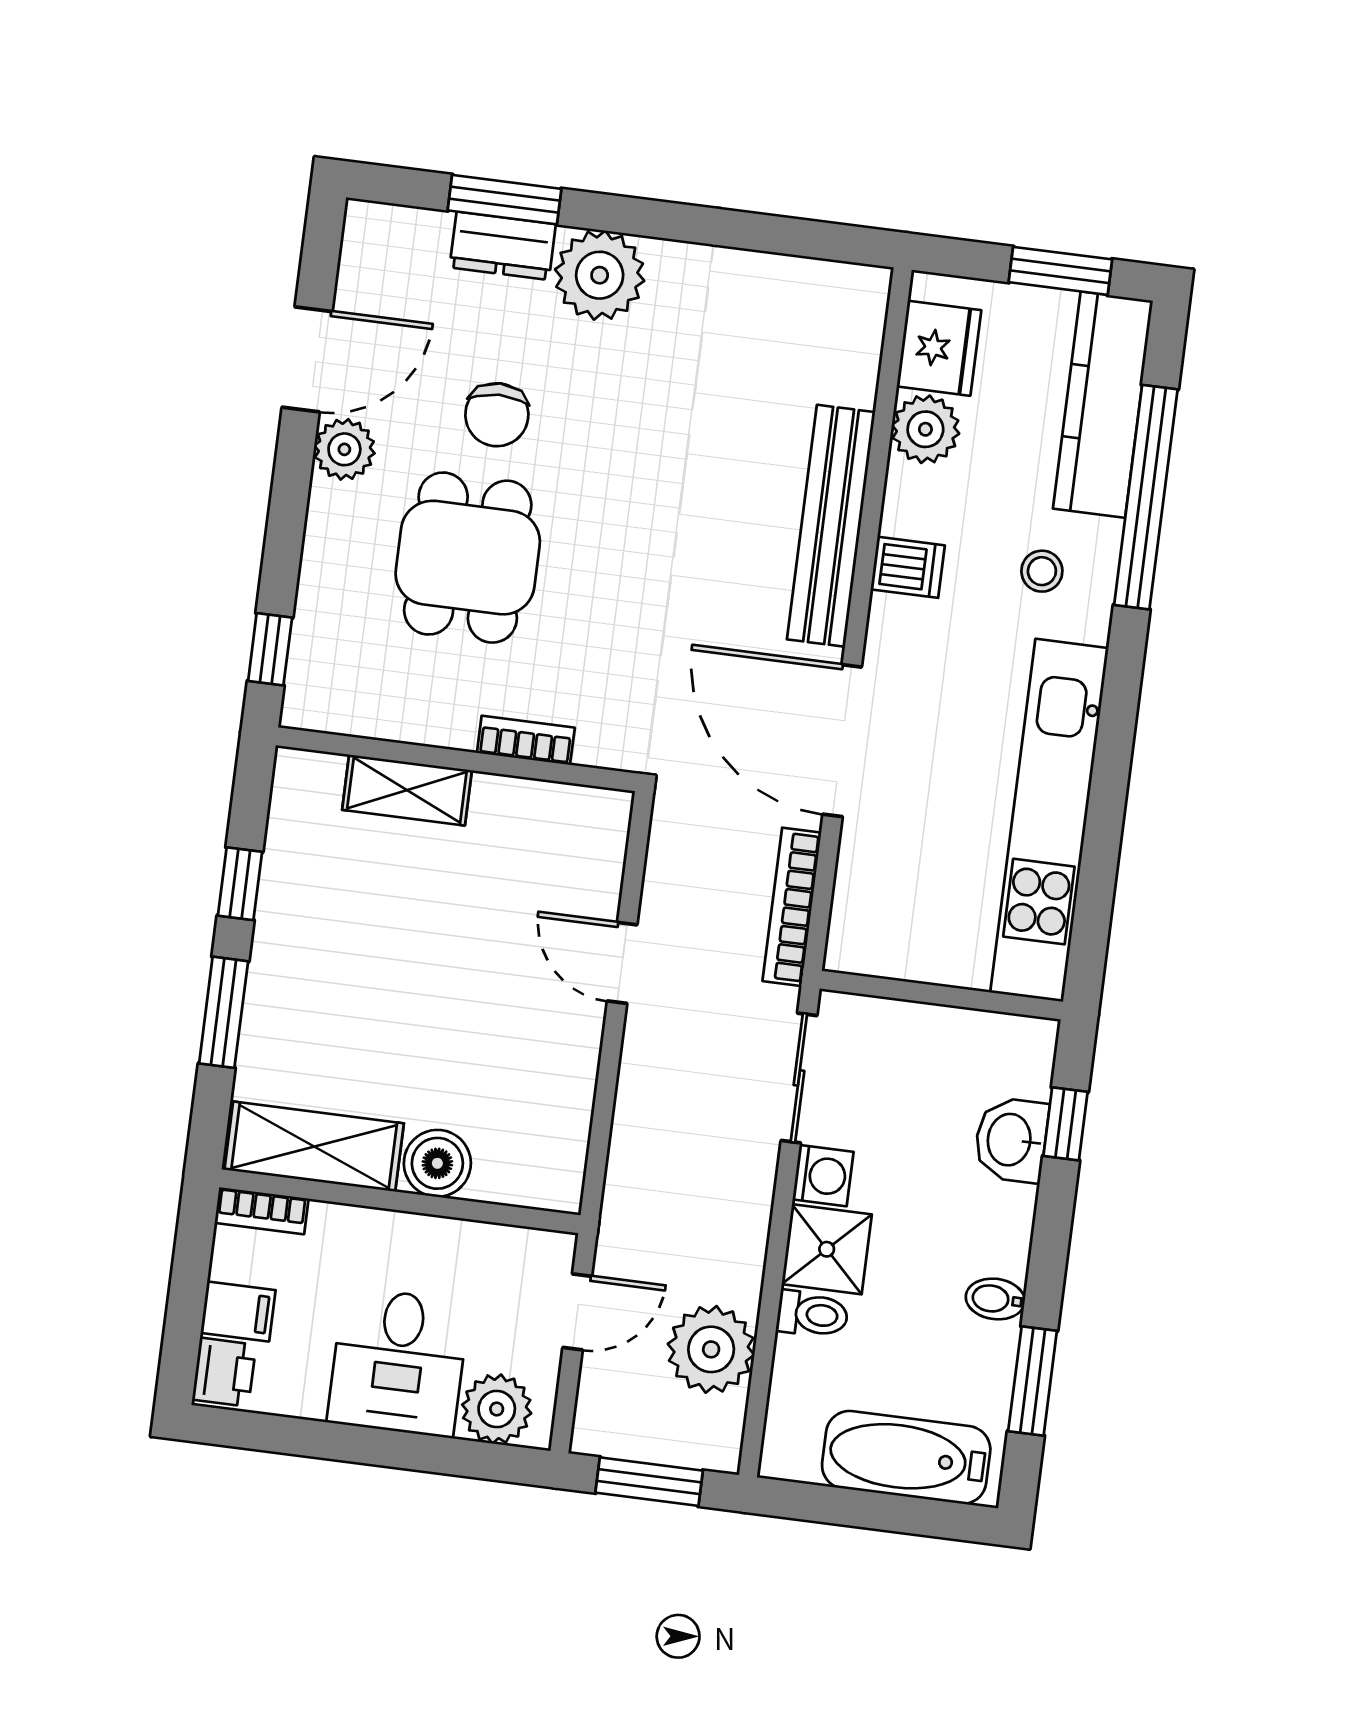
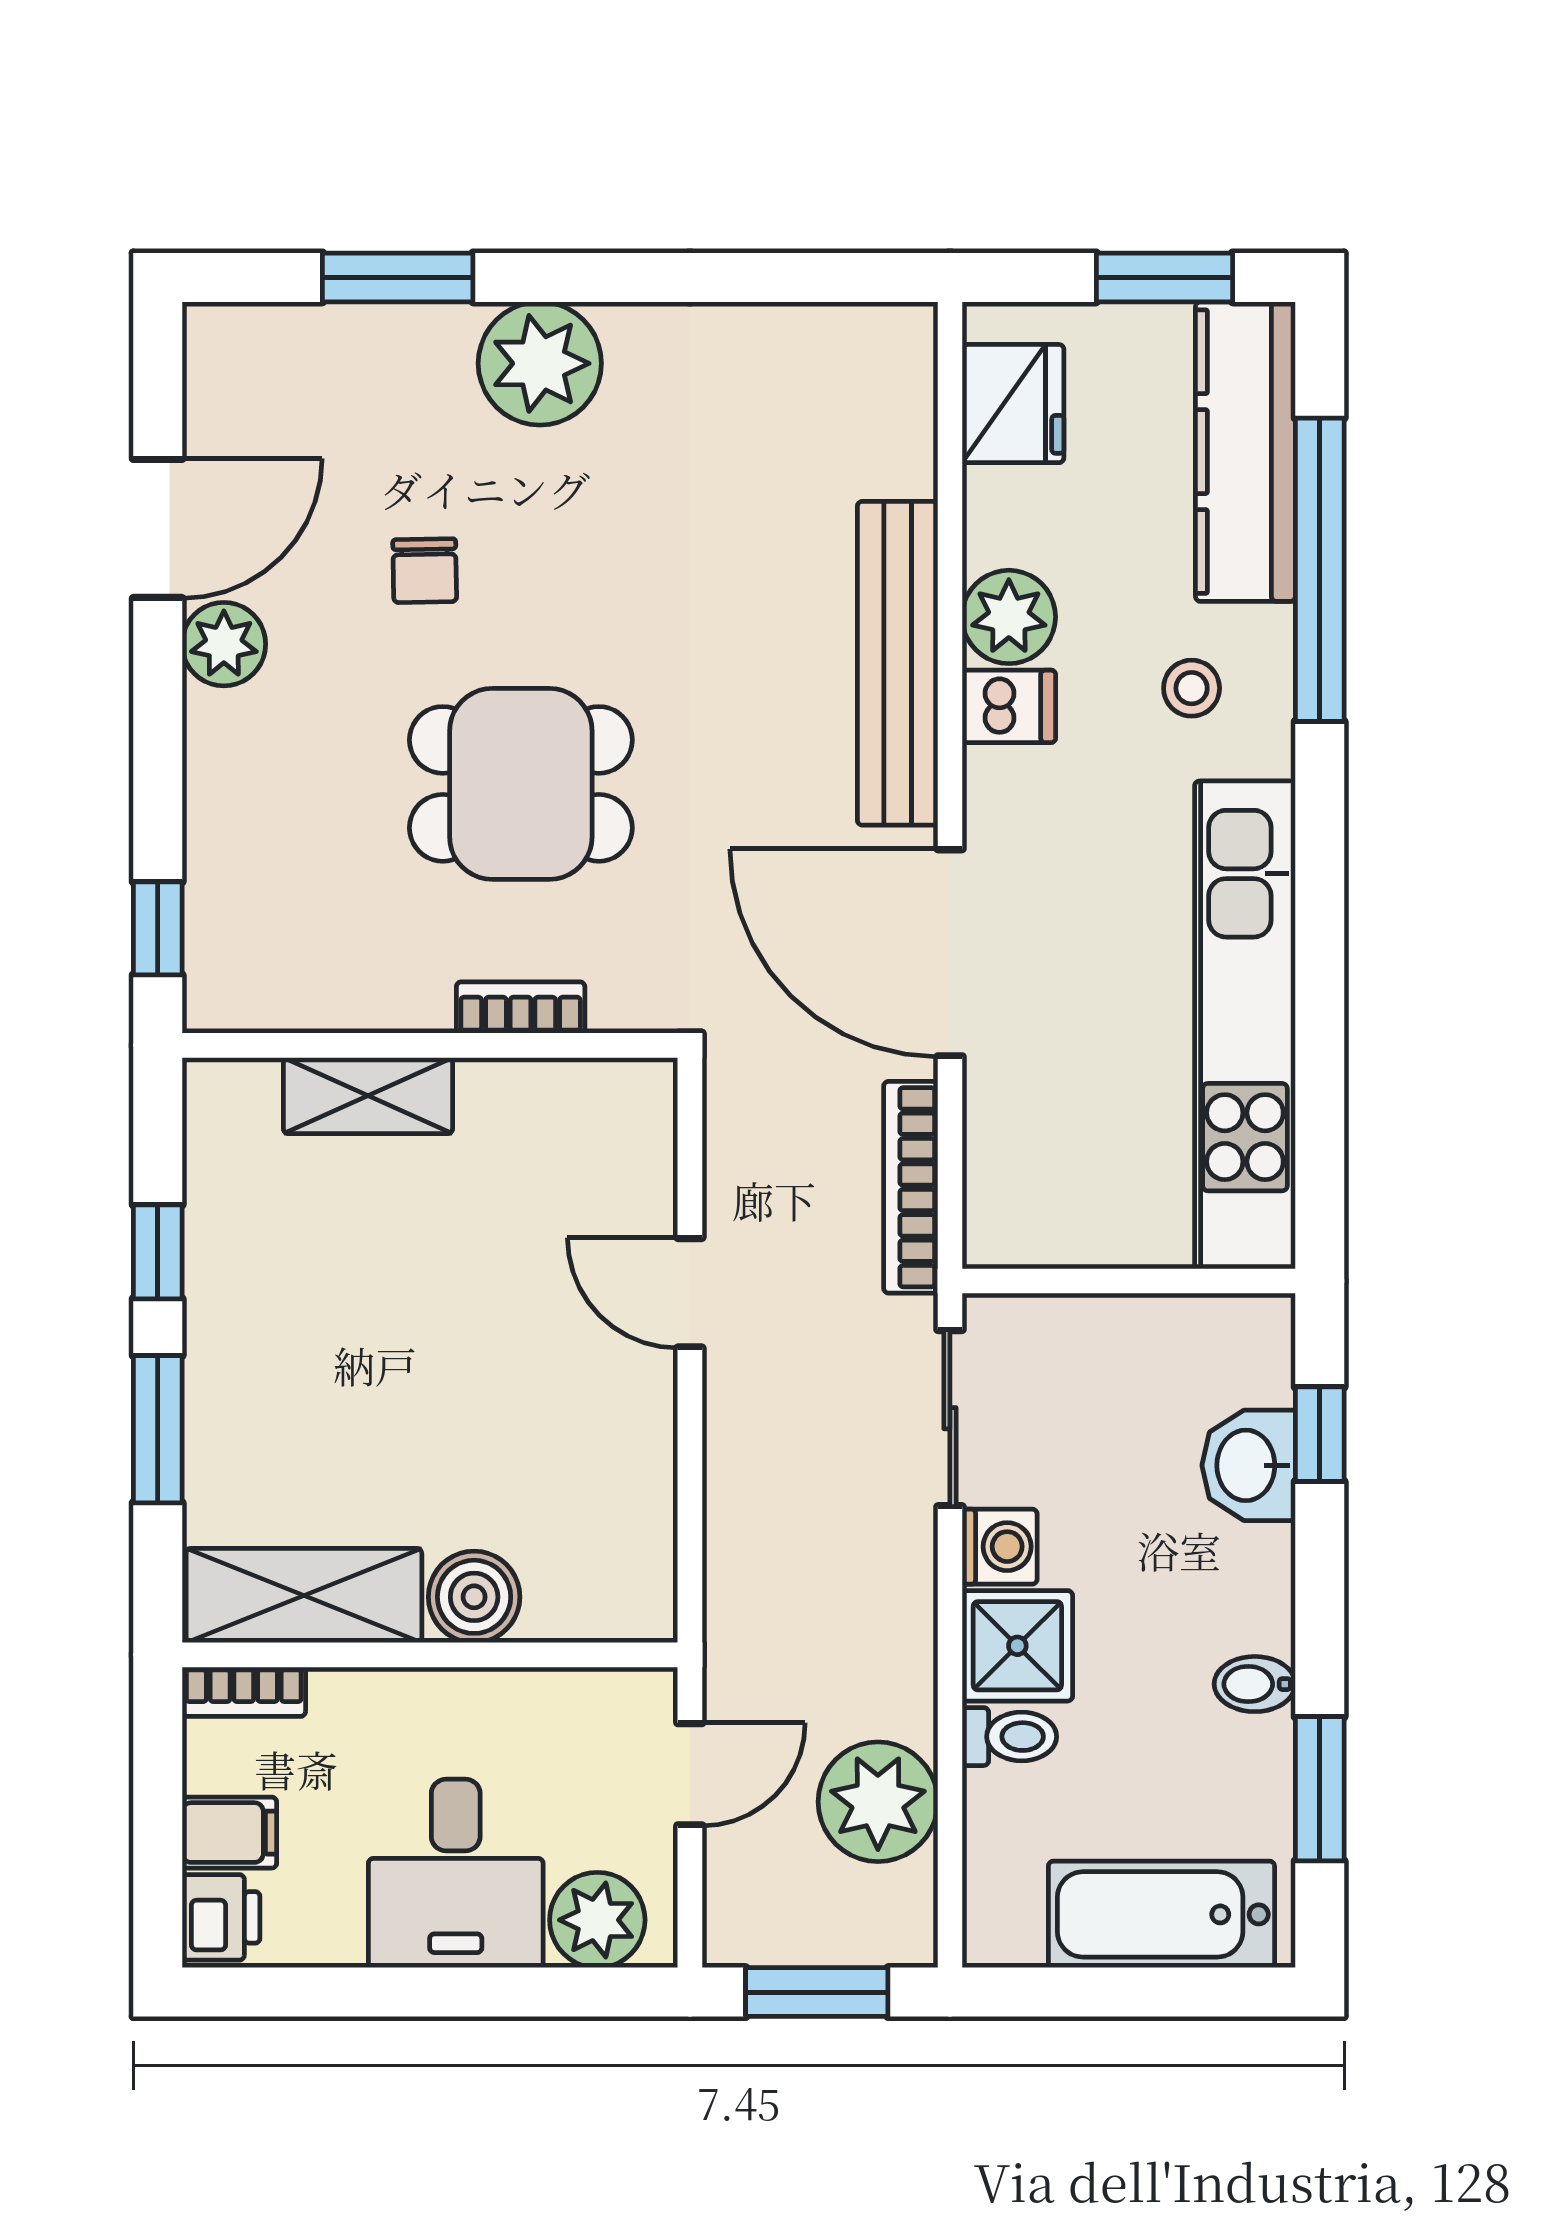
dresser: (503, 246) -> (403, 340), removed
chair: (497, 415) -> (425, 571), width x0.73, depth x0.73
plant: (925, 429) -> (1009, 617), moved
dining table: (468, 558) -> (521, 784), moved, turned 90

